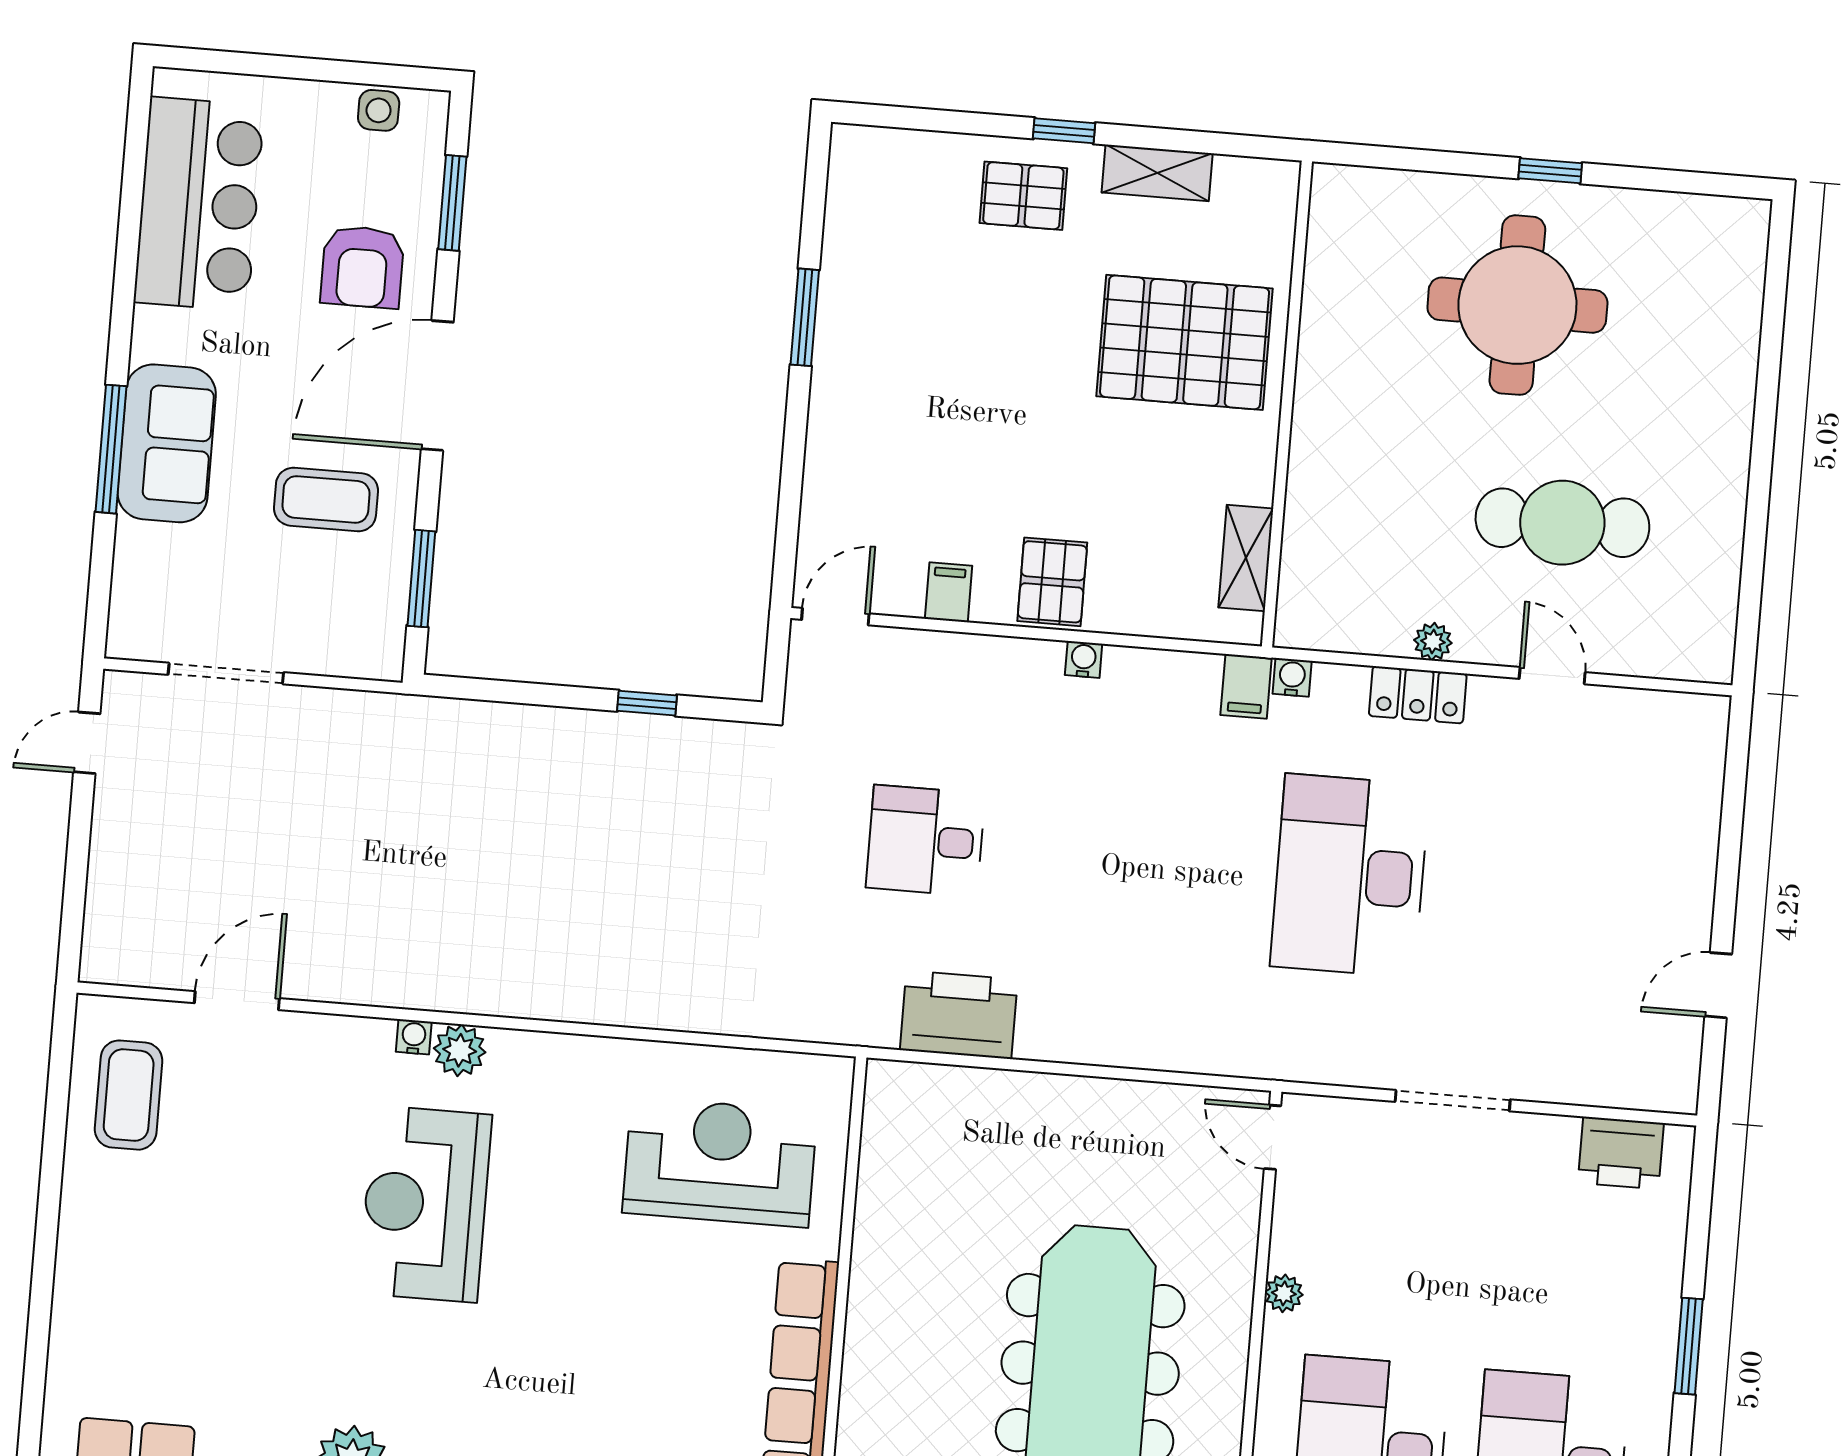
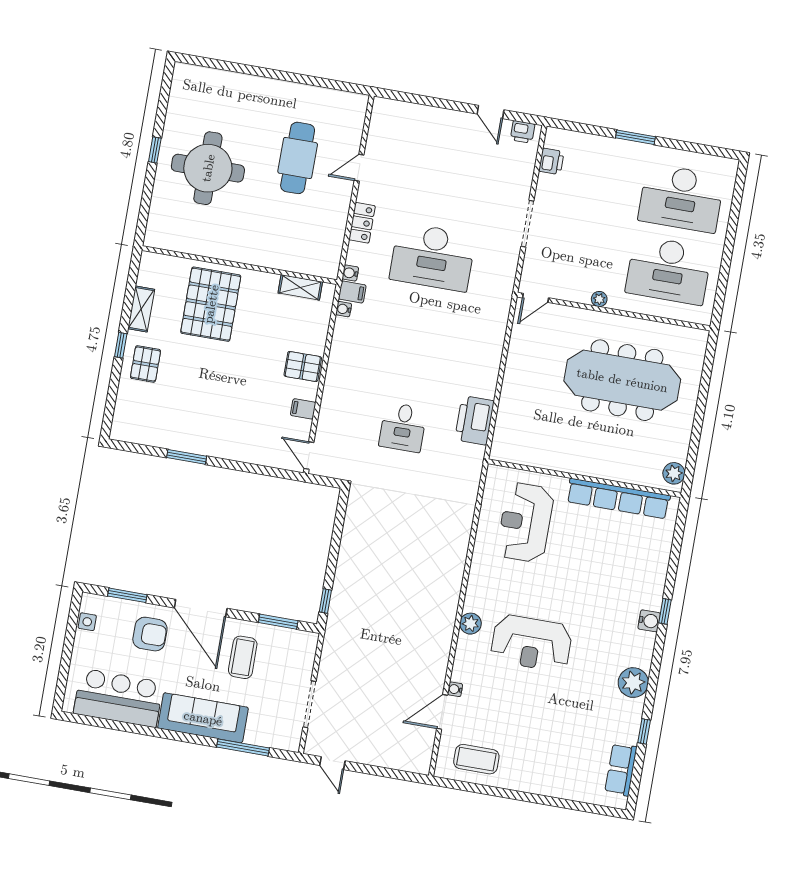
sofa: (167, 443) -> (203, 718), width x1.36
window: (111, 449) -> (243, 747), moved
plant: (1433, 642) -> (341, 215), removed
water cooler: (1084, 659) -> (344, 309), moved
window: (647, 703) -> (325, 601), moved
door: (237, 1001) -> (442, 712), hinge flipped
water cooler: (414, 1037) -> (455, 689), moved
printer: (1677, 1068) -> (523, 132), added
printer: (1621, 1153) -> (551, 161), width x0.73, depth x0.81

